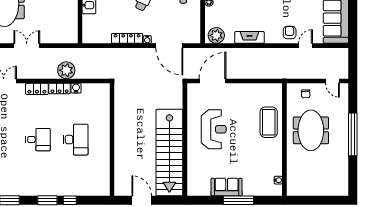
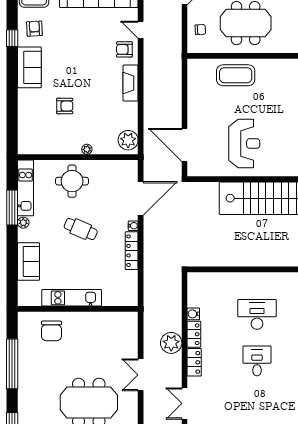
fireplace: (249, 37) -> (131, 83), moved
plant: (66, 70) -> (171, 343), moved
reception desk: (214, 129) -> (244, 143), turned 90

